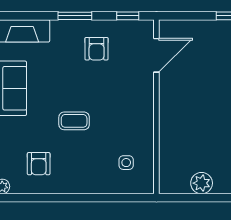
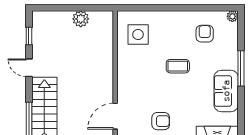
armchair: (97, 49) -> (161, 121), turned 90
side table: (126, 163) -> (138, 34), width x1.87, depth x1.87

